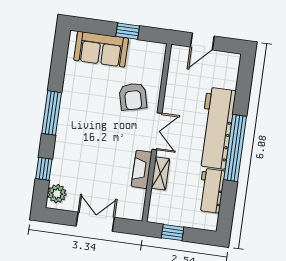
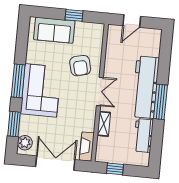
corner sofa: (80, 127) -> (41, 90), added
window: (235, 148) -> (160, 102), width x0.68
window: (44, 169) -> (14, 124), width x1.50
fireplace: (142, 169) -> (87, 146), moved
double door: (95, 222) -> (55, 163), width x1.37

